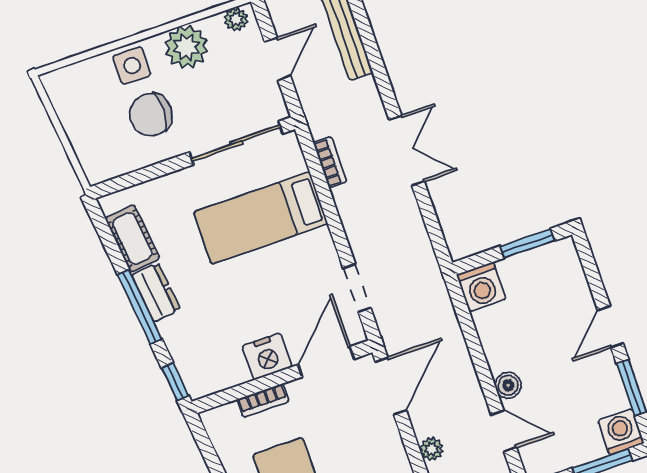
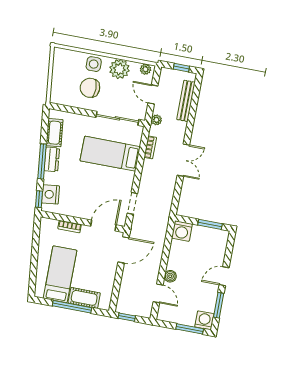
door: (278, 59) -> (153, 94), swing flipped
nightstand: (267, 356) -> (51, 194), moved, turned 84
plant: (432, 449) -> (156, 120), moved

